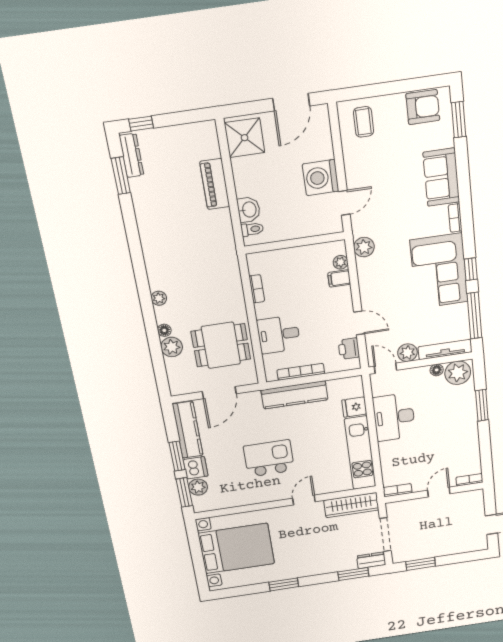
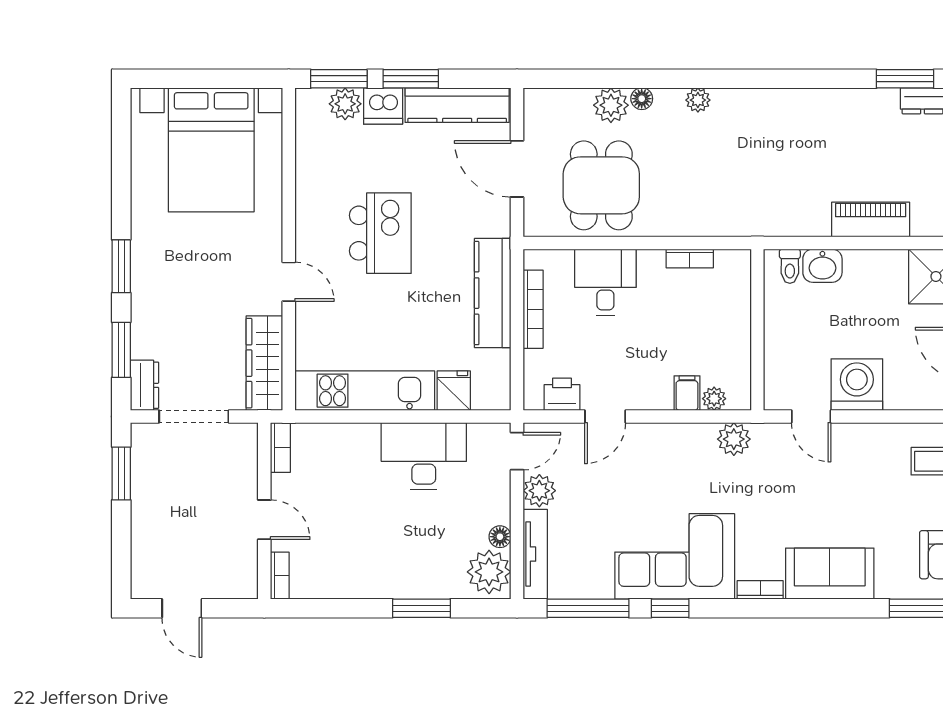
window: (284, 584) -> (121, 266), moved

